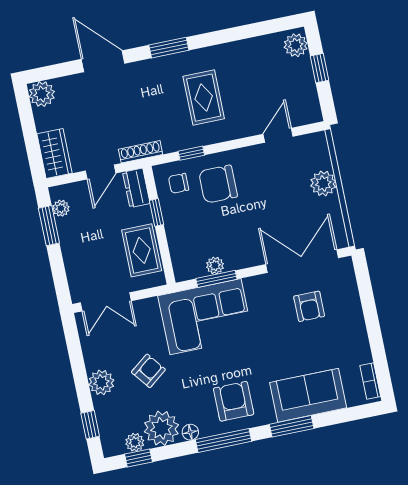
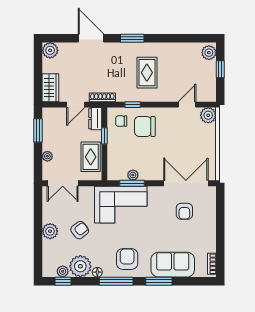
plant: (323, 183) -> (208, 115), moved
plant: (61, 208) -> (47, 156), moved
window: (90, 425) -> (38, 255), removed

